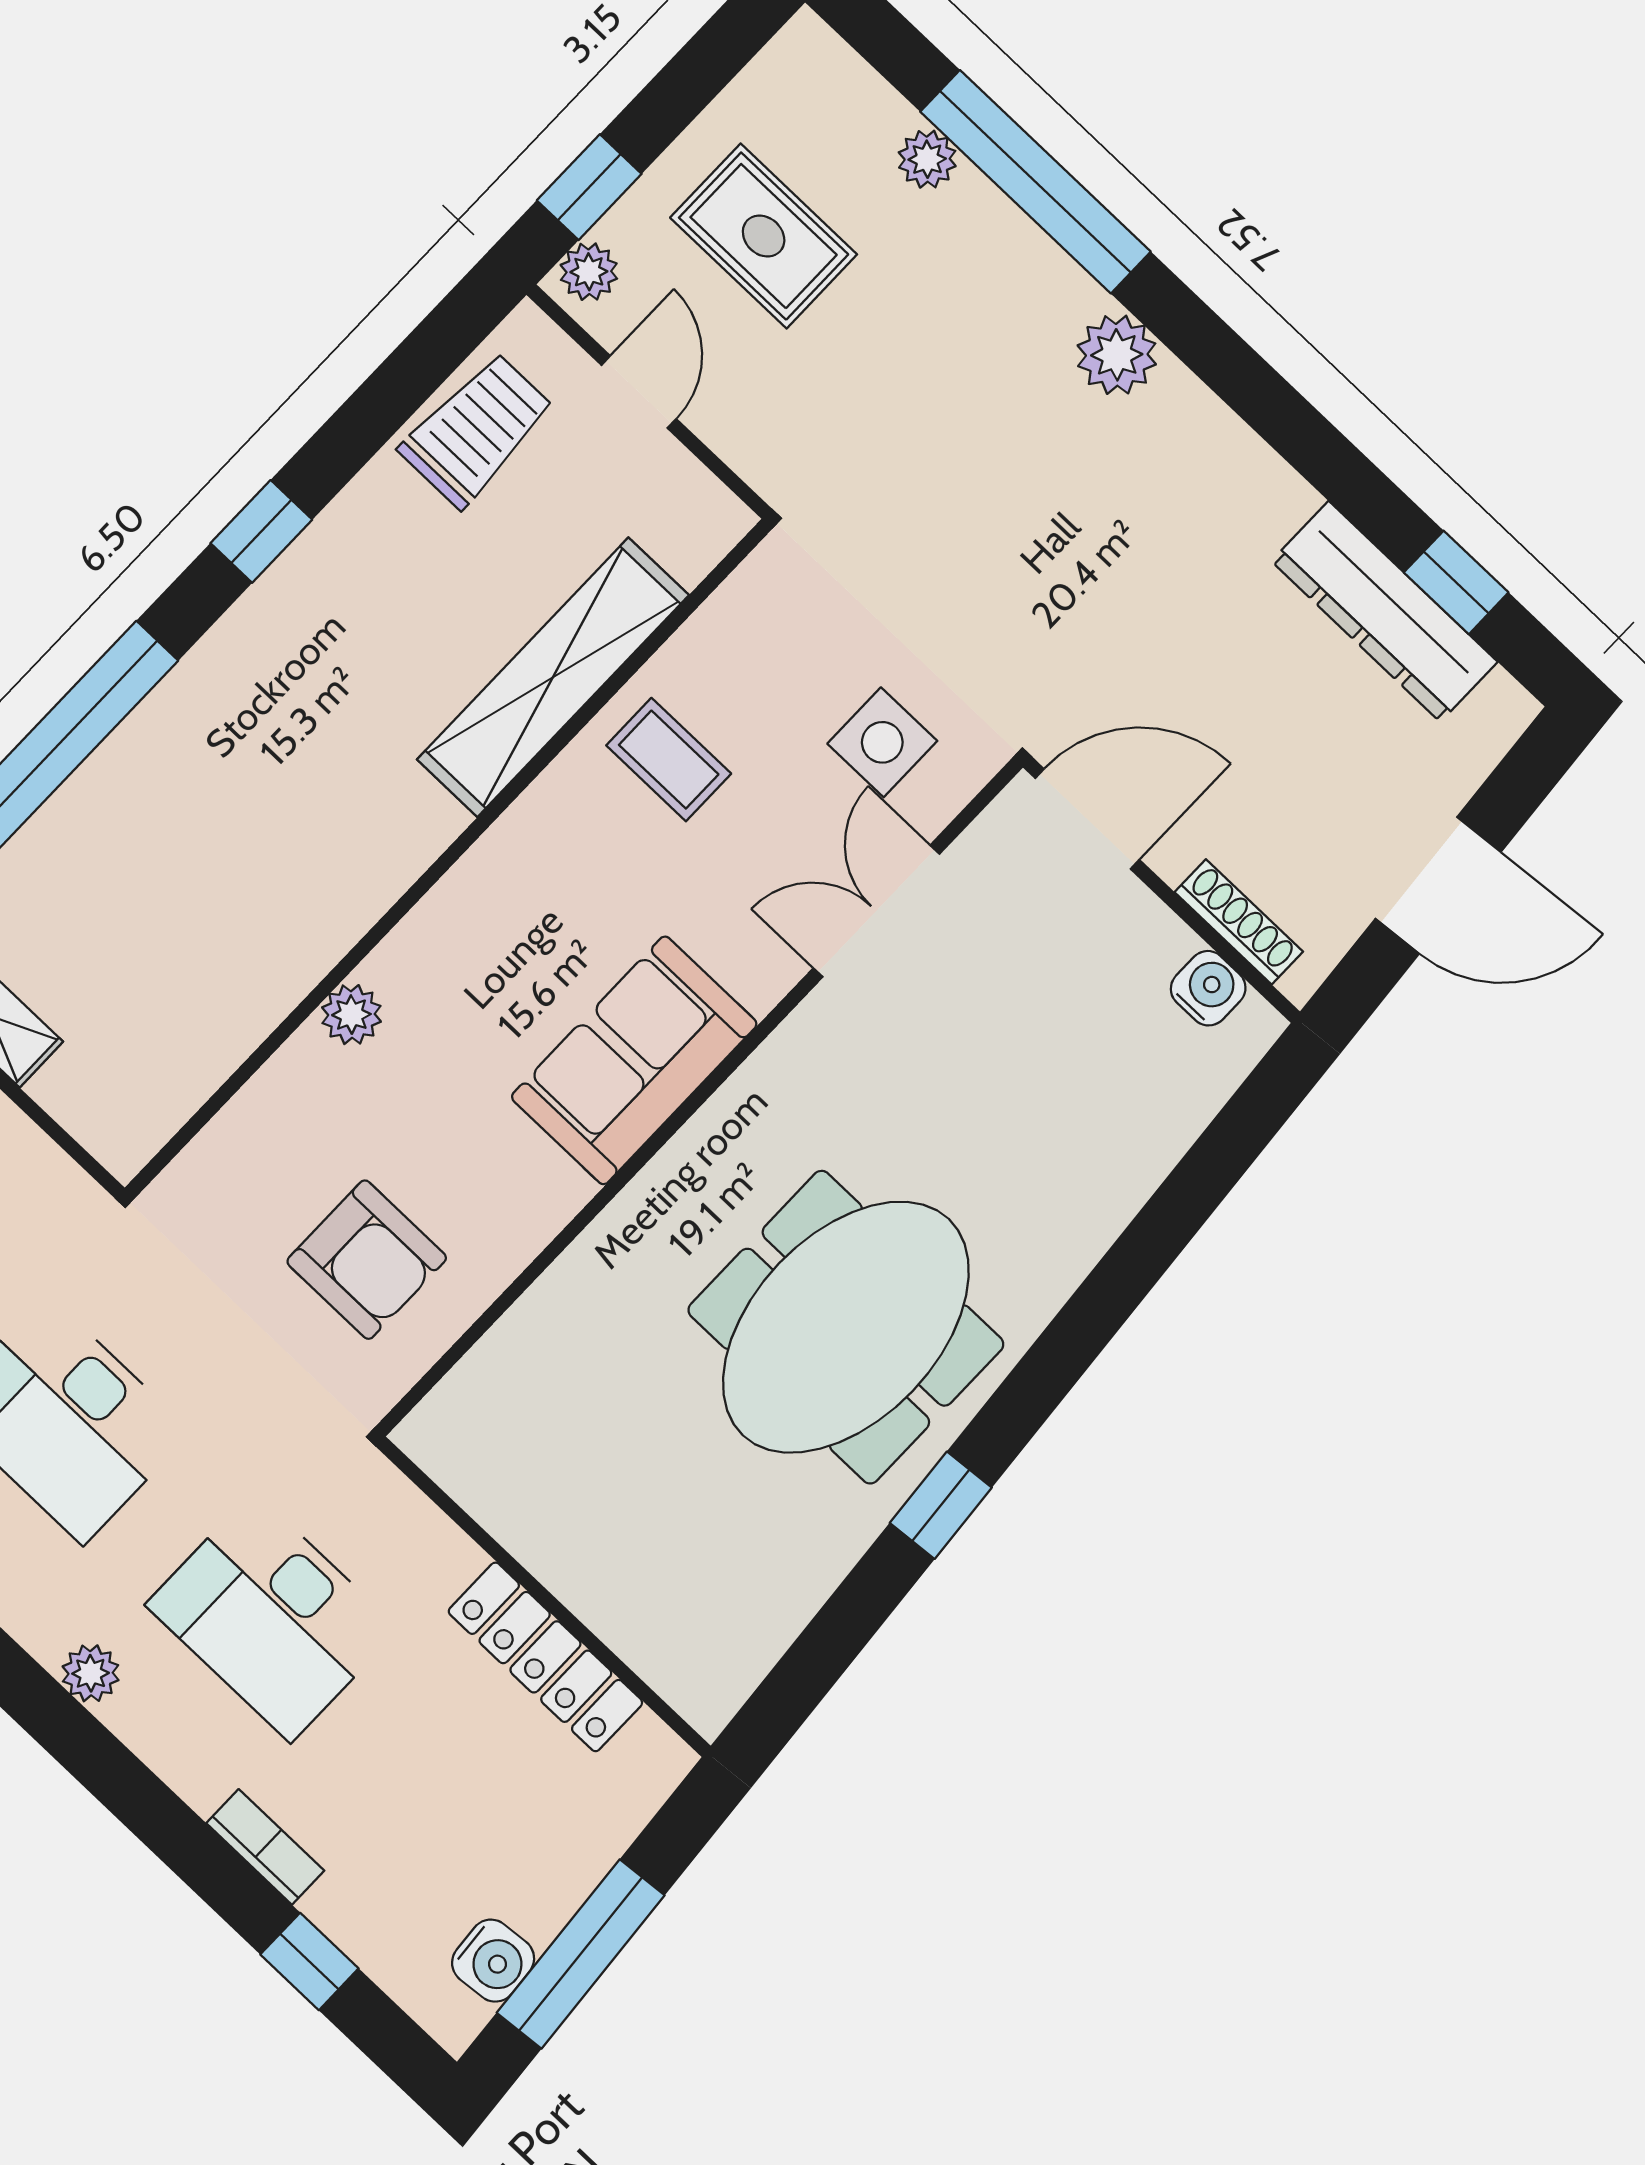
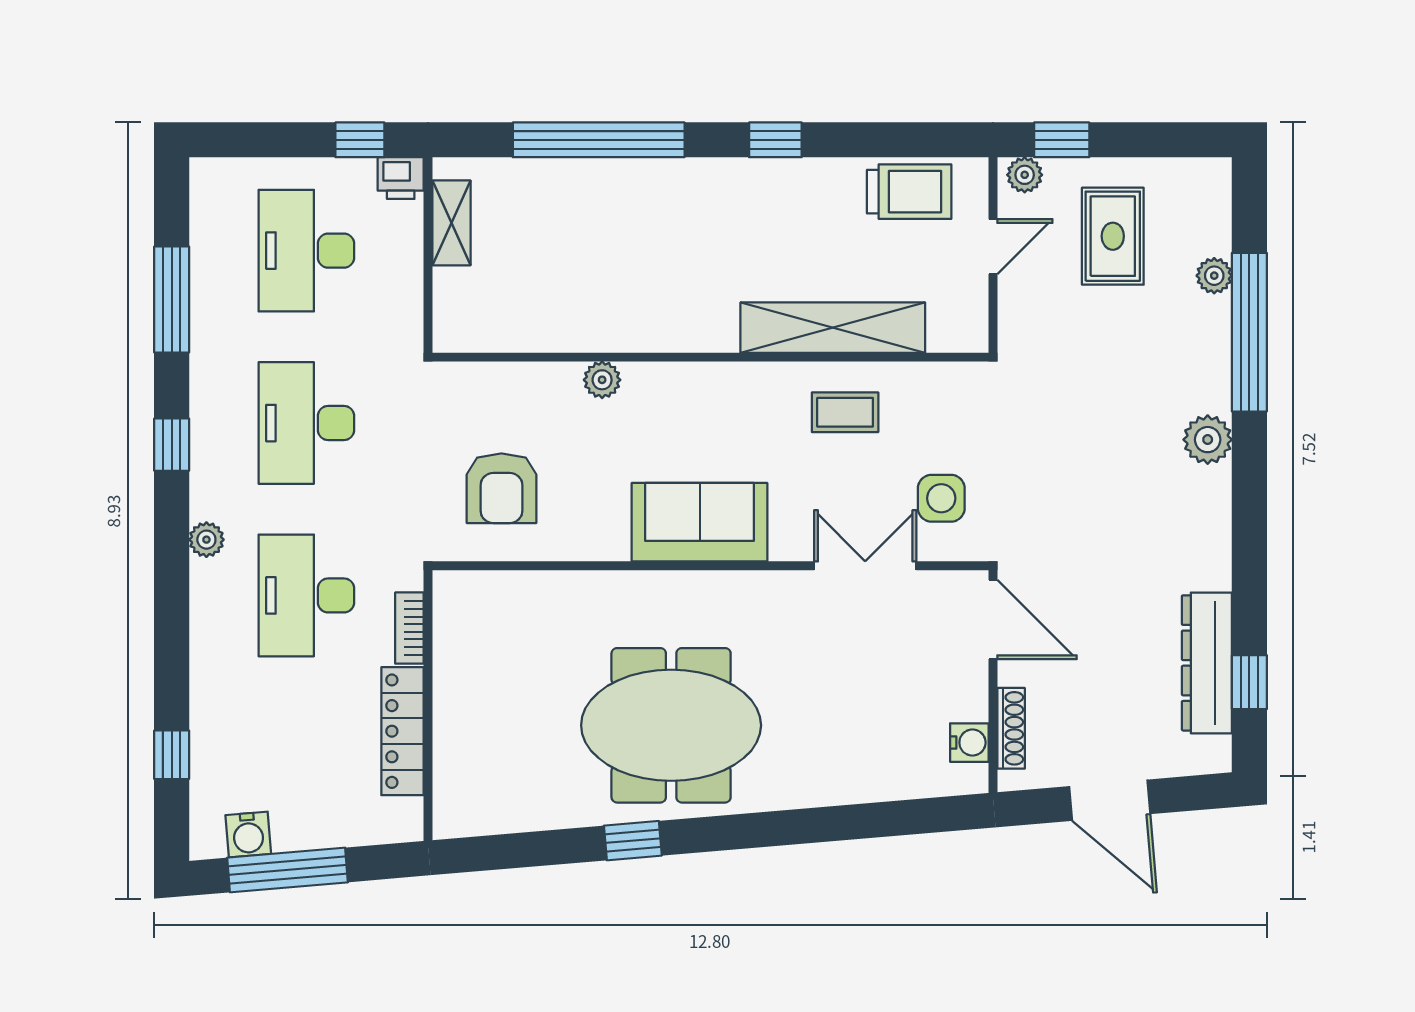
coffee table: (669, 760) -> (845, 412), turned 90
bookcase: (265, 1847) -> (409, 628), moved, turned 180

